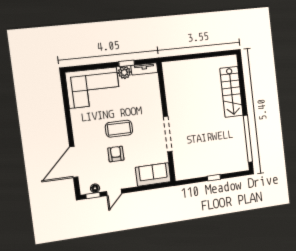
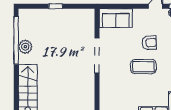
plant: (239, 134) -> (25, 47), added
armchair: (116, 154) -> (149, 43), turned -94

